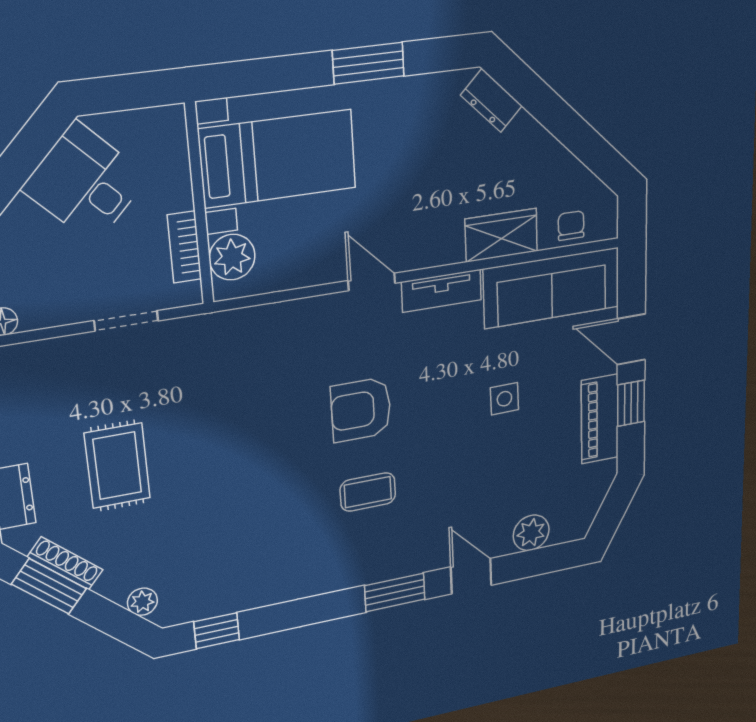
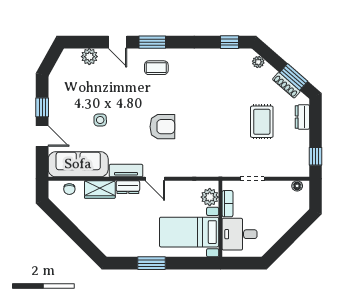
dresser: (491, 101) -> (128, 187), moved, turned 135
desk: (85, 183) -> (240, 234), moved, turned 135
piano: (600, 419) -> (57, 103), removed
coffee table: (368, 492) -> (156, 68), moved

